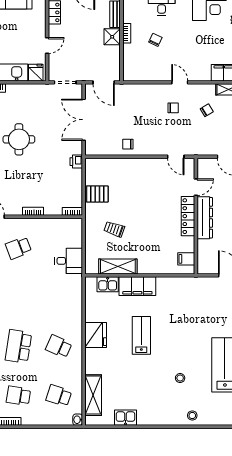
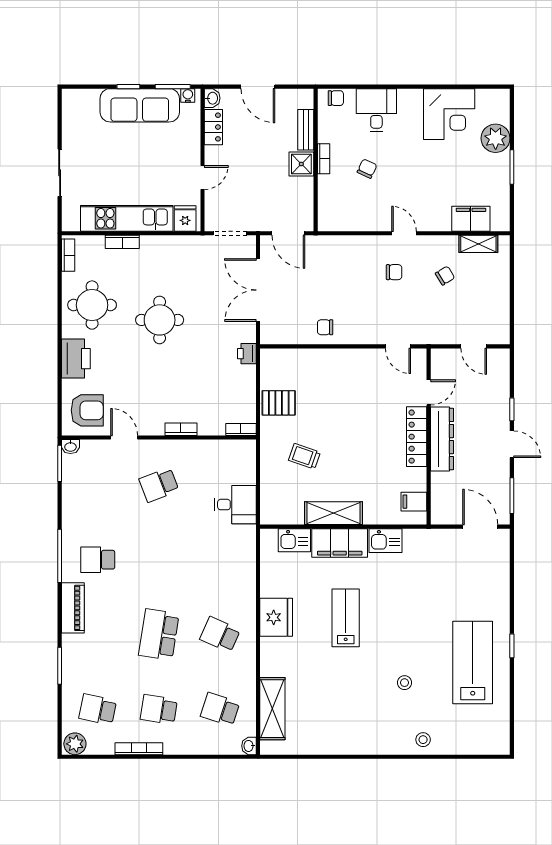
shelving: (118, 267) -> (333, 513), moved
kitchen sink: (125, 418) -> (385, 541), moved, turned 180

